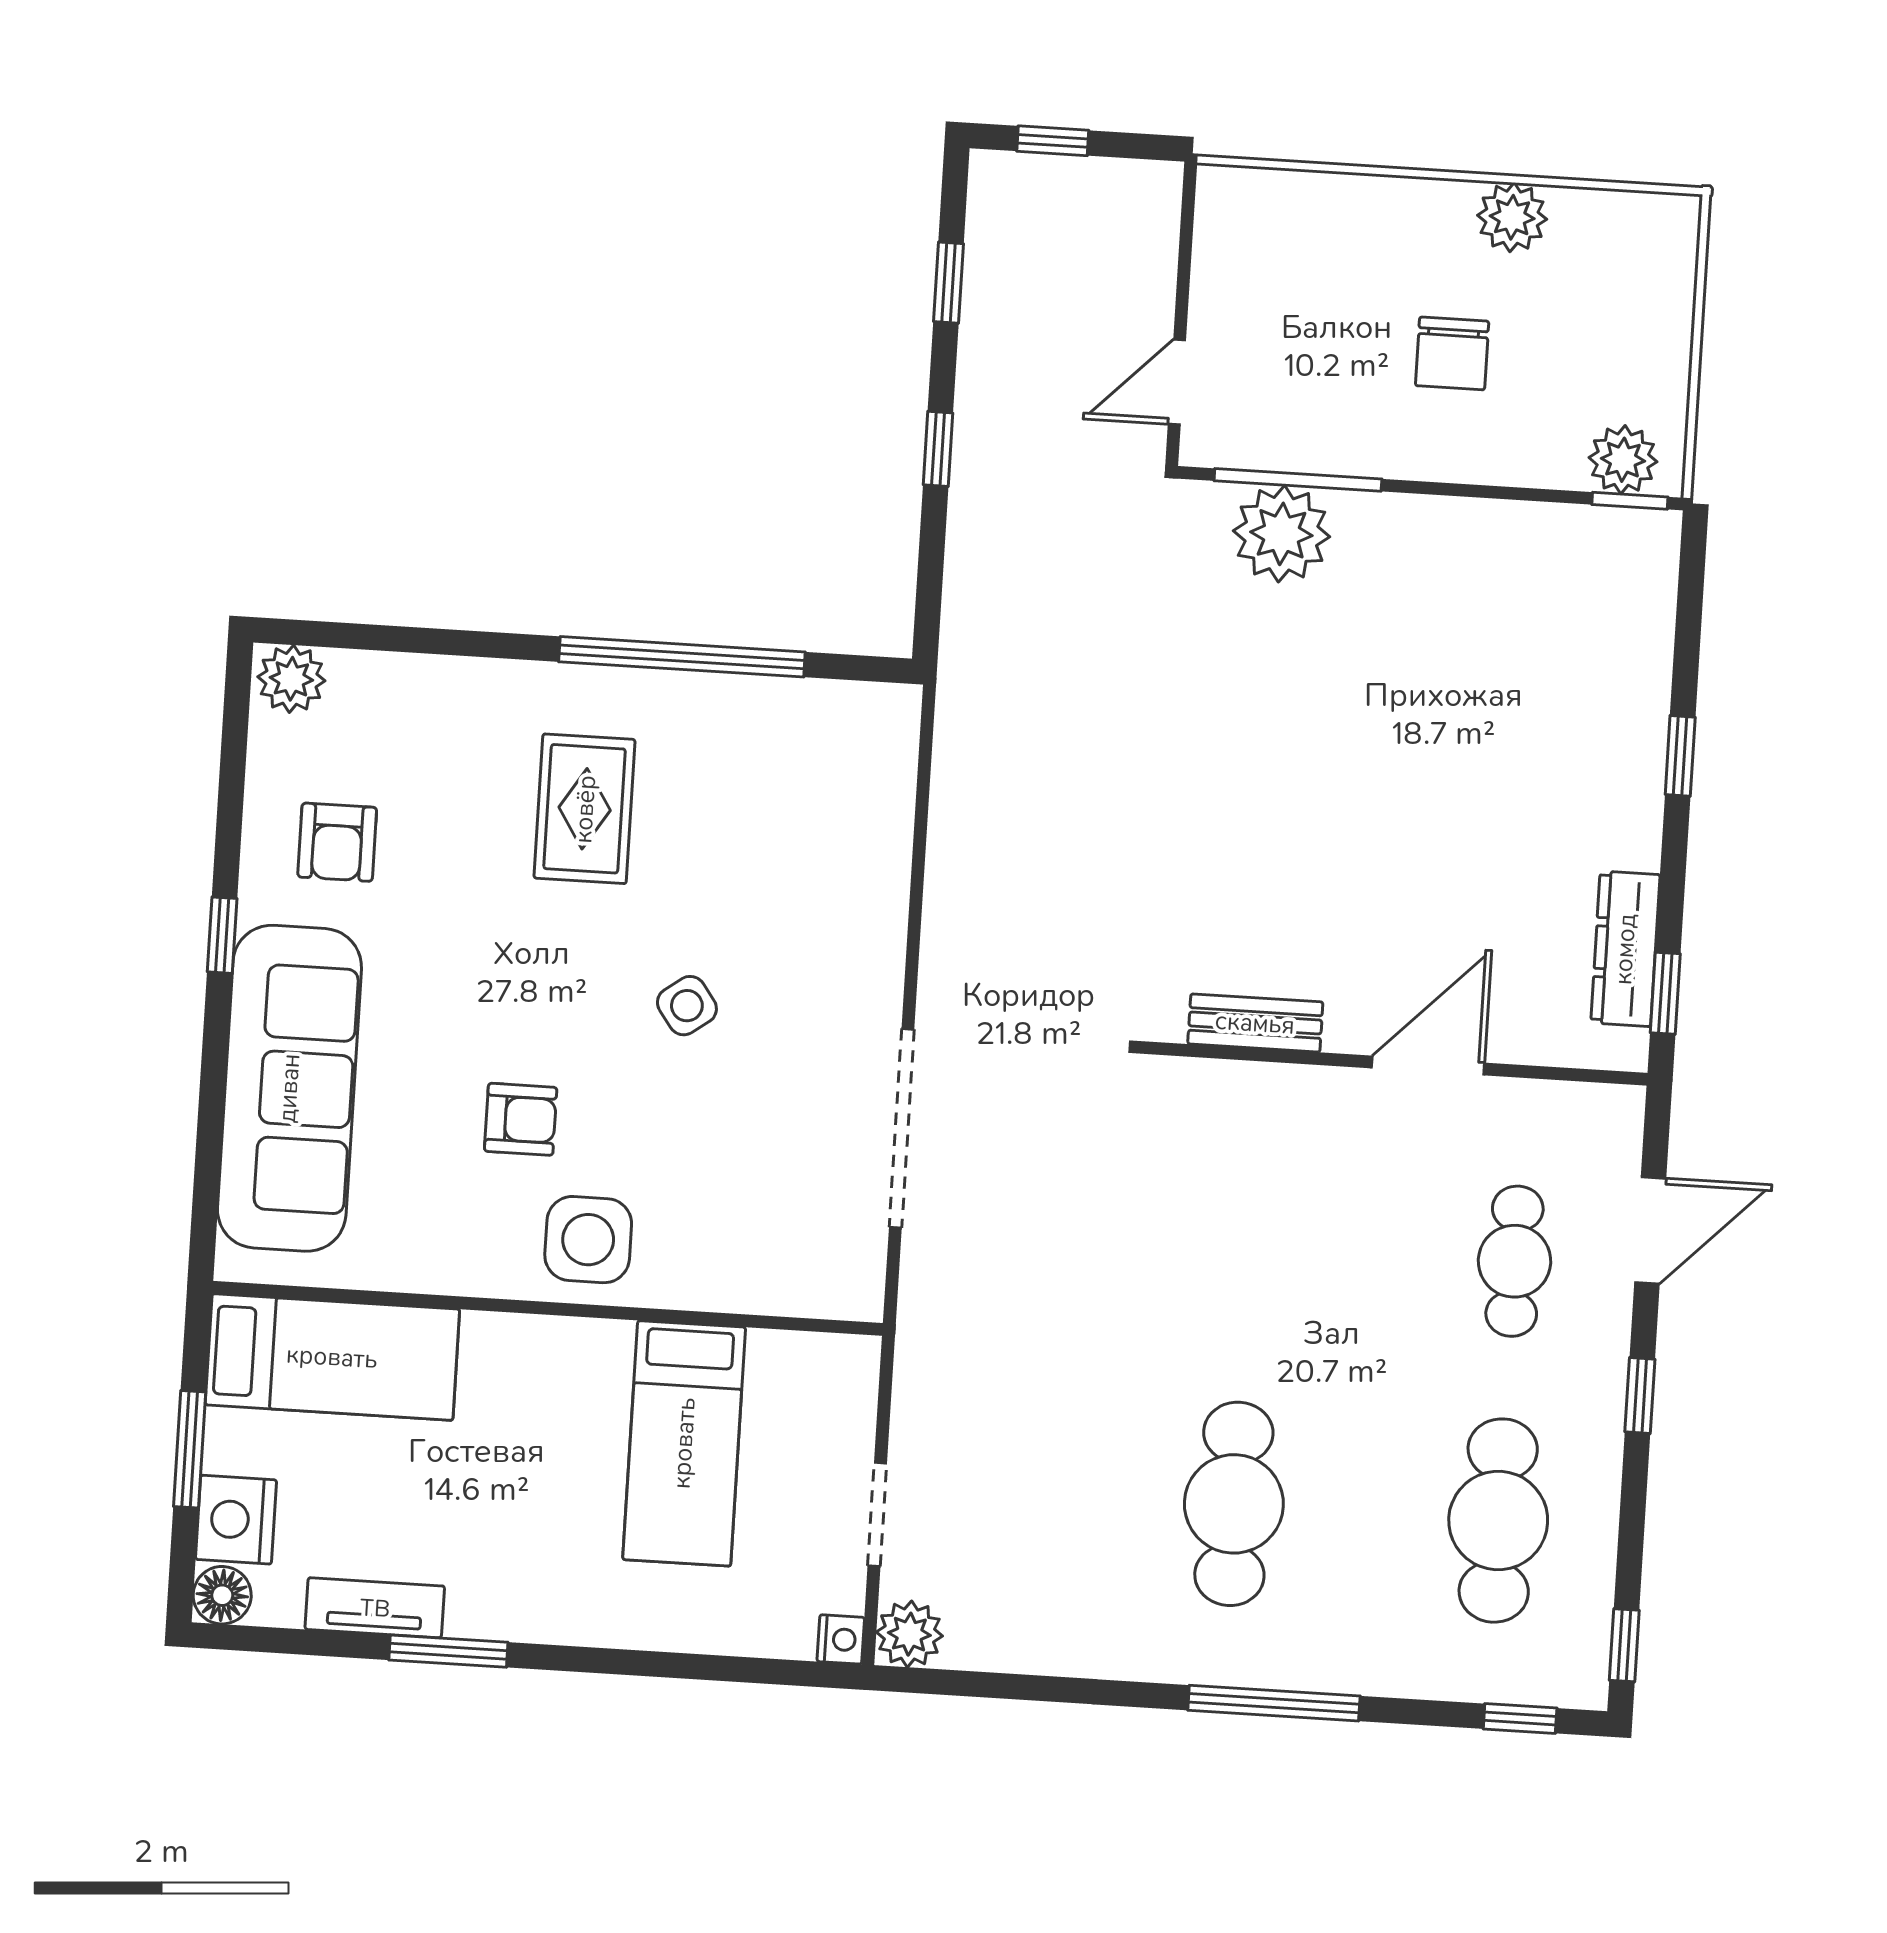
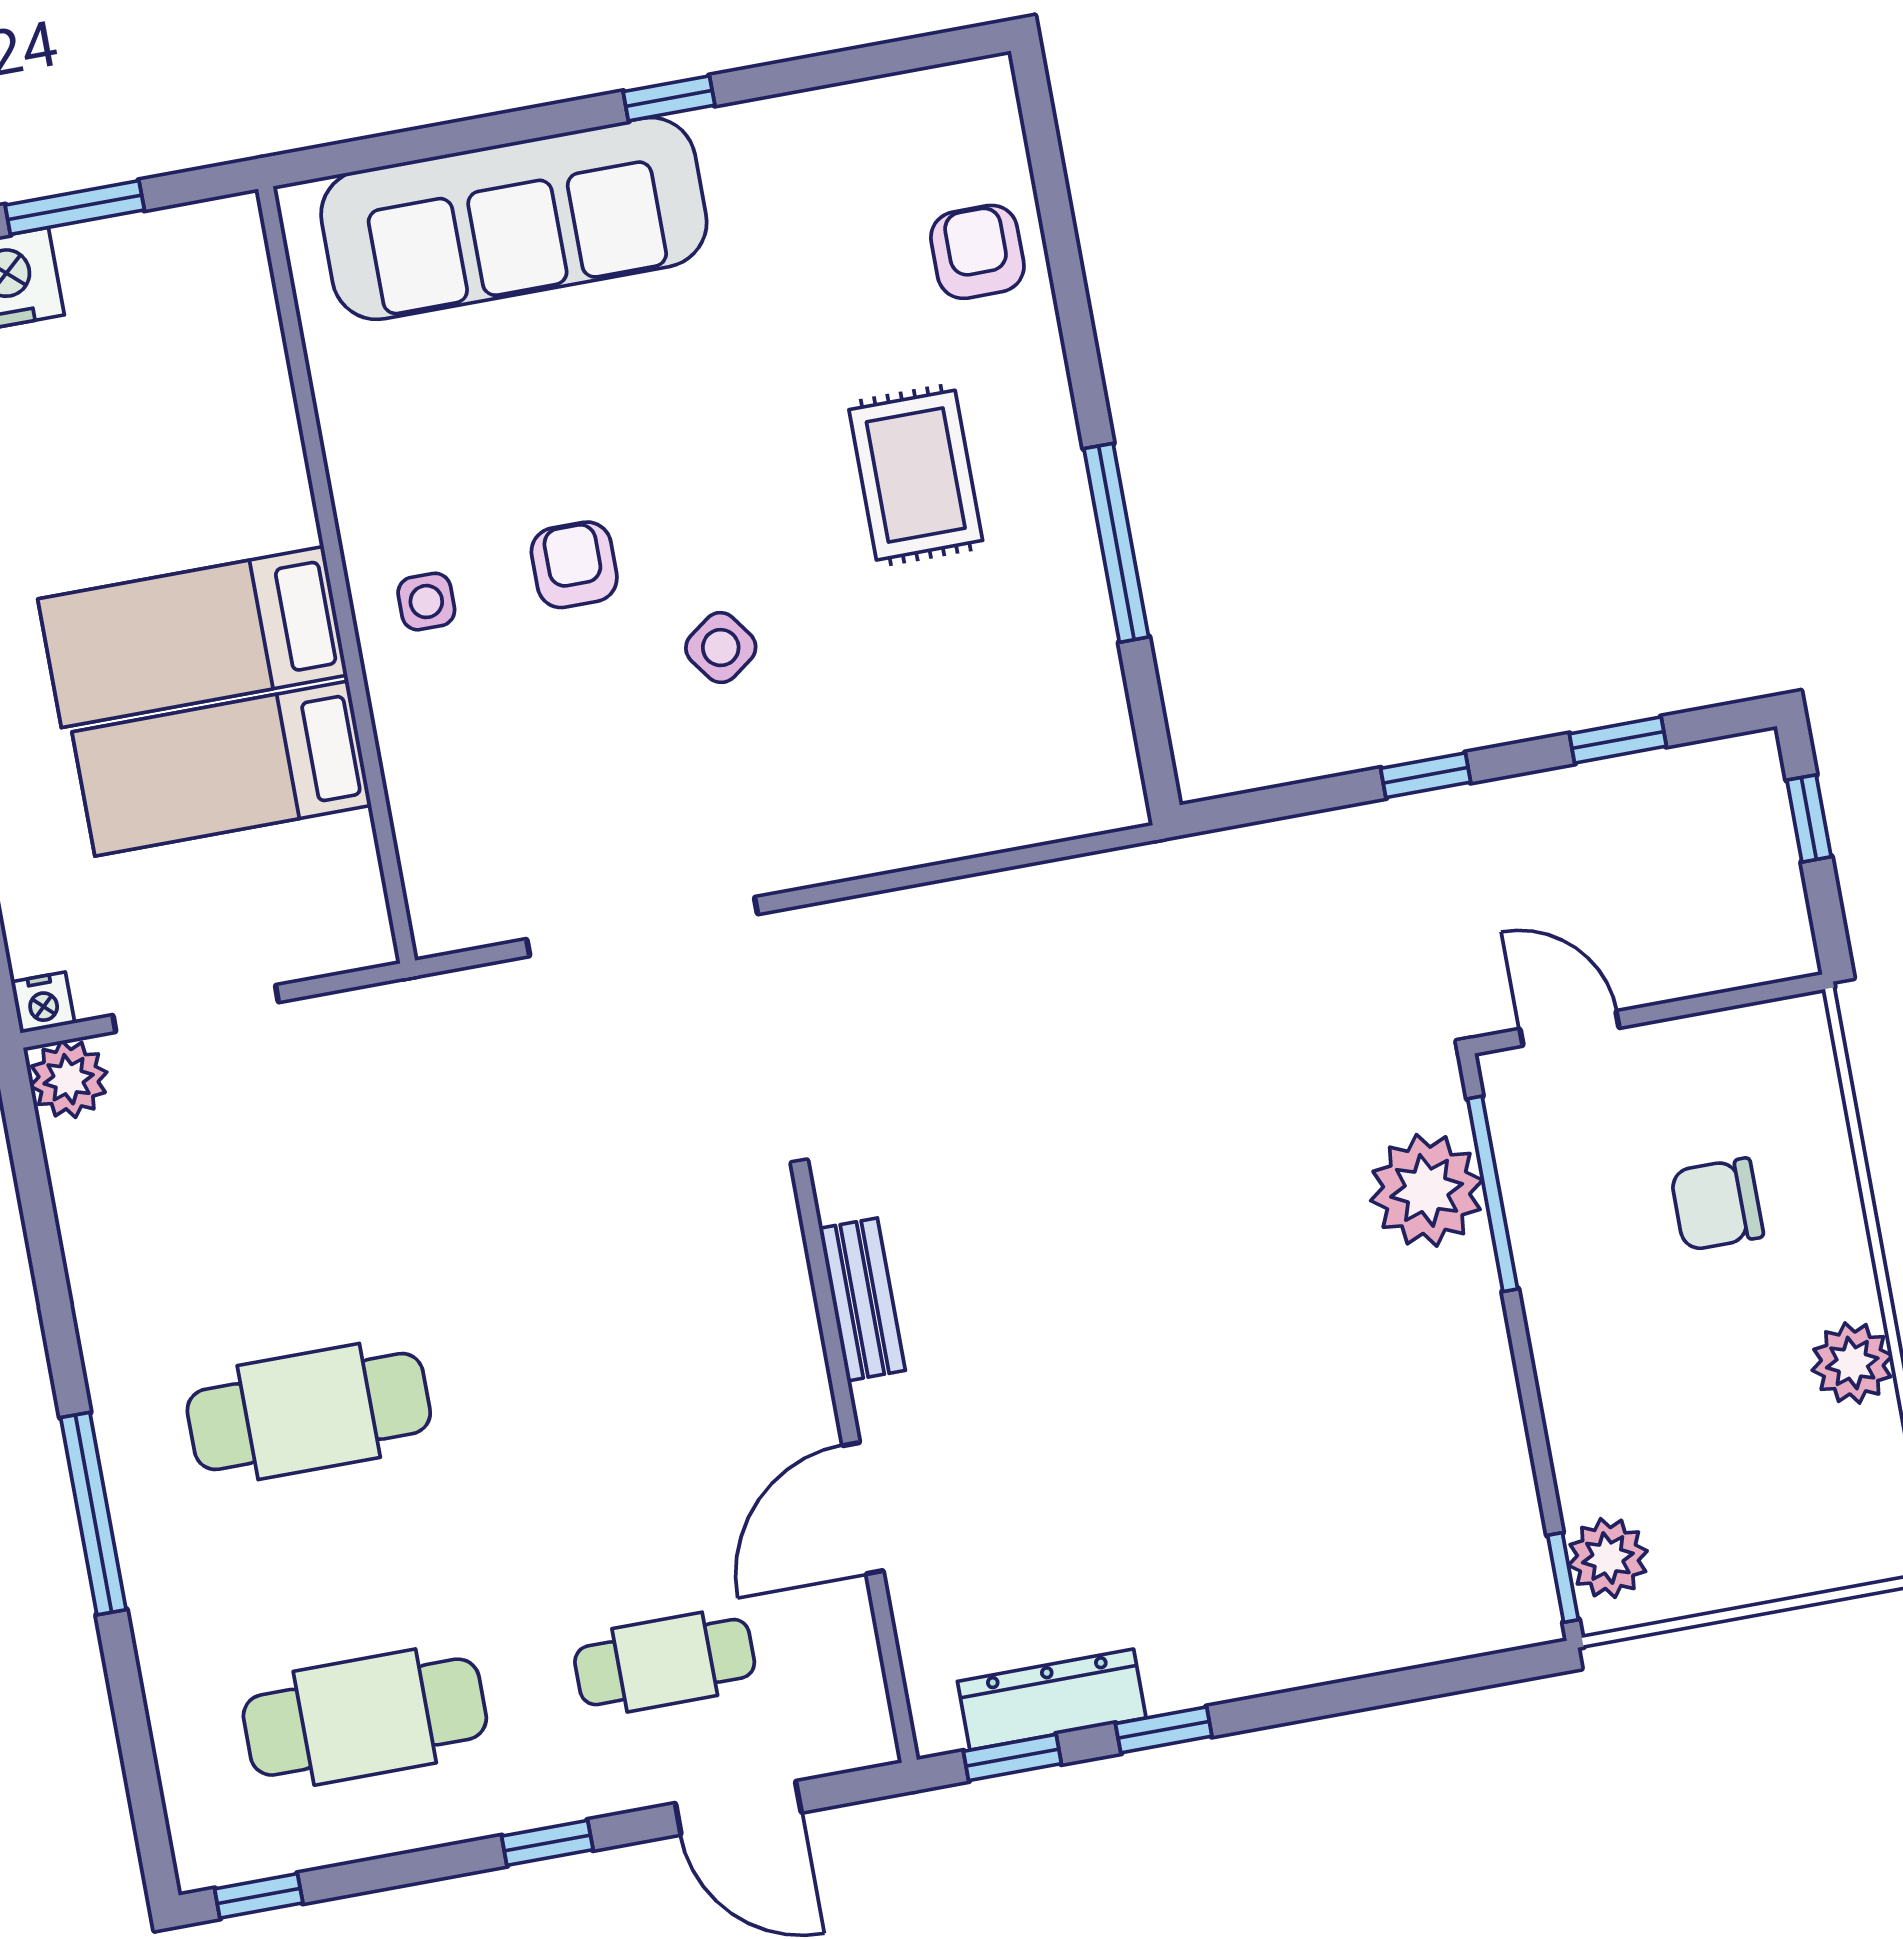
chair: (1452, 353) -> (1717, 1204), moved
window: (682, 657) -> (1116, 543), width x0.68
plant: (291, 679) -> (980, 105), removed
window: (1680, 756) -> (1164, 1730), moved
rug: (585, 809) -> (916, 475), turned 90
armchair: (337, 842) -> (977, 252), moved, turned 90
door: (1428, 1065) -> (863, 1508), swing flipped
armchair: (521, 1119) -> (574, 565), moved, turned 180
side table: (588, 1240) -> (426, 602), width x0.54, depth x0.54
bed: (332, 1357) -> (193, 637), moved, turned 90
doorway: (877, 1514) -> (196, 1009), width x1.38
window: (1520, 1719) -> (146, 1798), removed

